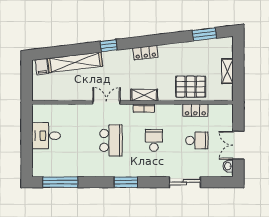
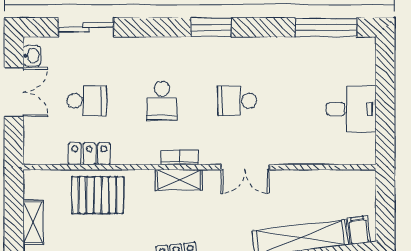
school desk: (111, 140) -> (237, 101), width x0.54
school desk: (197, 140) -> (87, 101), turned 180
sliding door: (185, 182) -> (86, 27), moved

